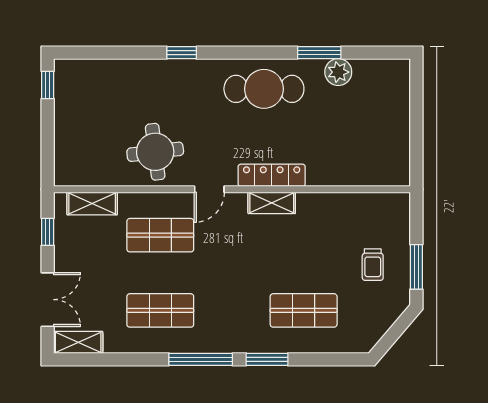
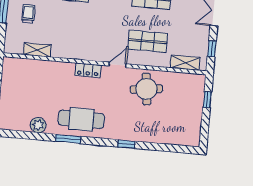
window: (319, 53) -> (68, 139), moved
window: (48, 85) -> (207, 100), moved
locker: (272, 175) -> (88, 70), width x0.66
shelving: (272, 203) -> (37, 50), moved

